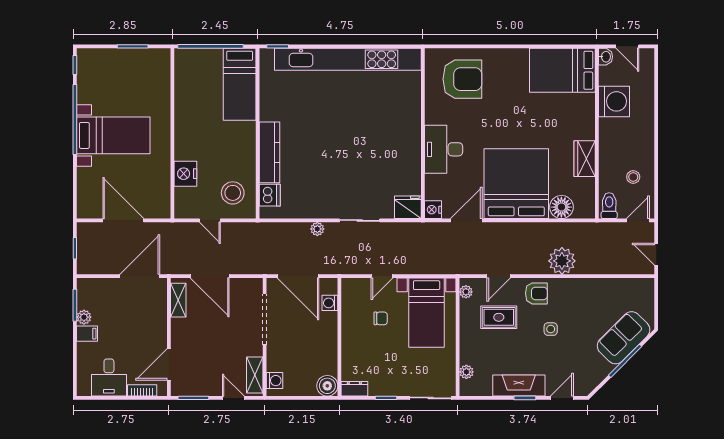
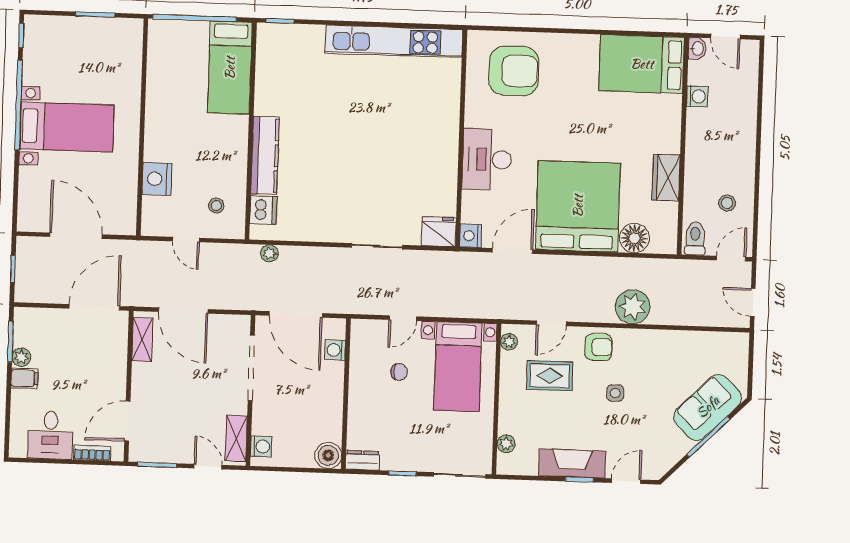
kitchen unit: (348, 59) -> (394, 41), width x0.73
washing machine: (614, 101) -> (697, 96), width x0.53, depth x0.53
stool: (233, 193) -> (216, 206), width x0.53, depth x0.53
plant: (317, 229) -> (269, 253), moved

